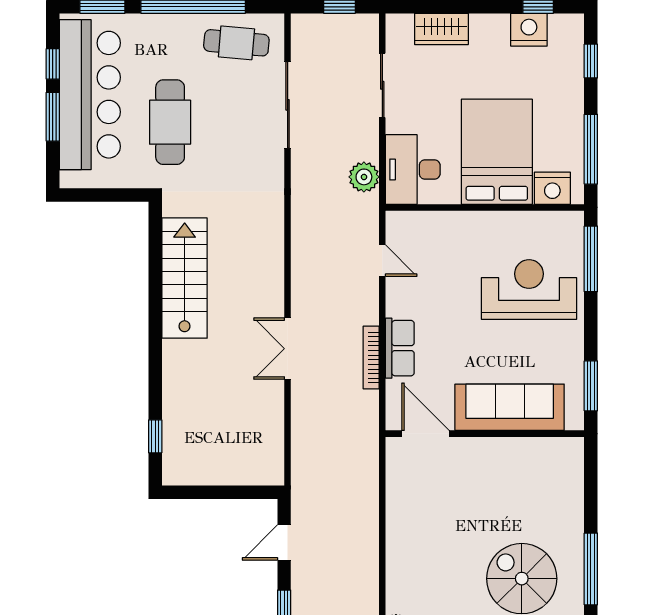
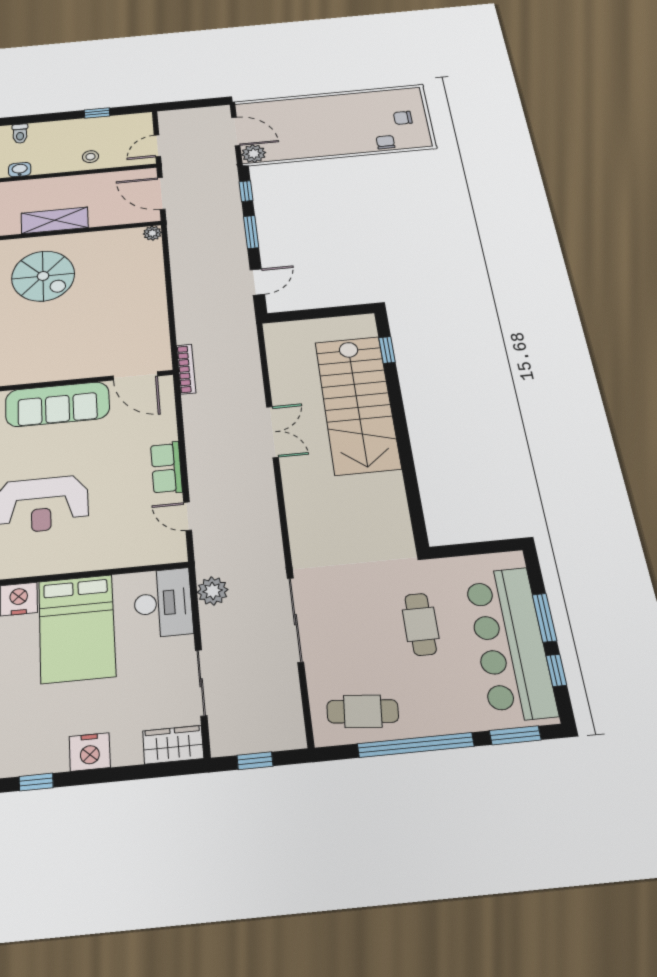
wardrobe: (441, 29) -> (173, 745), moved
nightstand: (529, 30) -> (90, 752), moved
sliding door: (288, 105) -> (295, 620), moved
cafe table: (170, 122) -> (421, 624), width x0.73, depth x0.74
stairs: (185, 278) -> (357, 404), moved, width x1.36, depth x1.51
row of seats: (400, 348) -> (166, 468), moved
bookcase: (371, 357) -> (186, 369), moved

